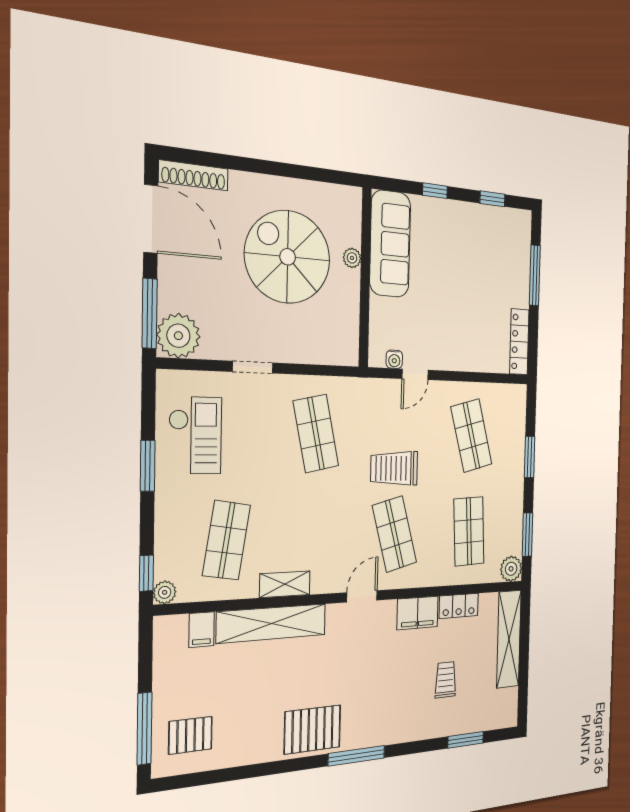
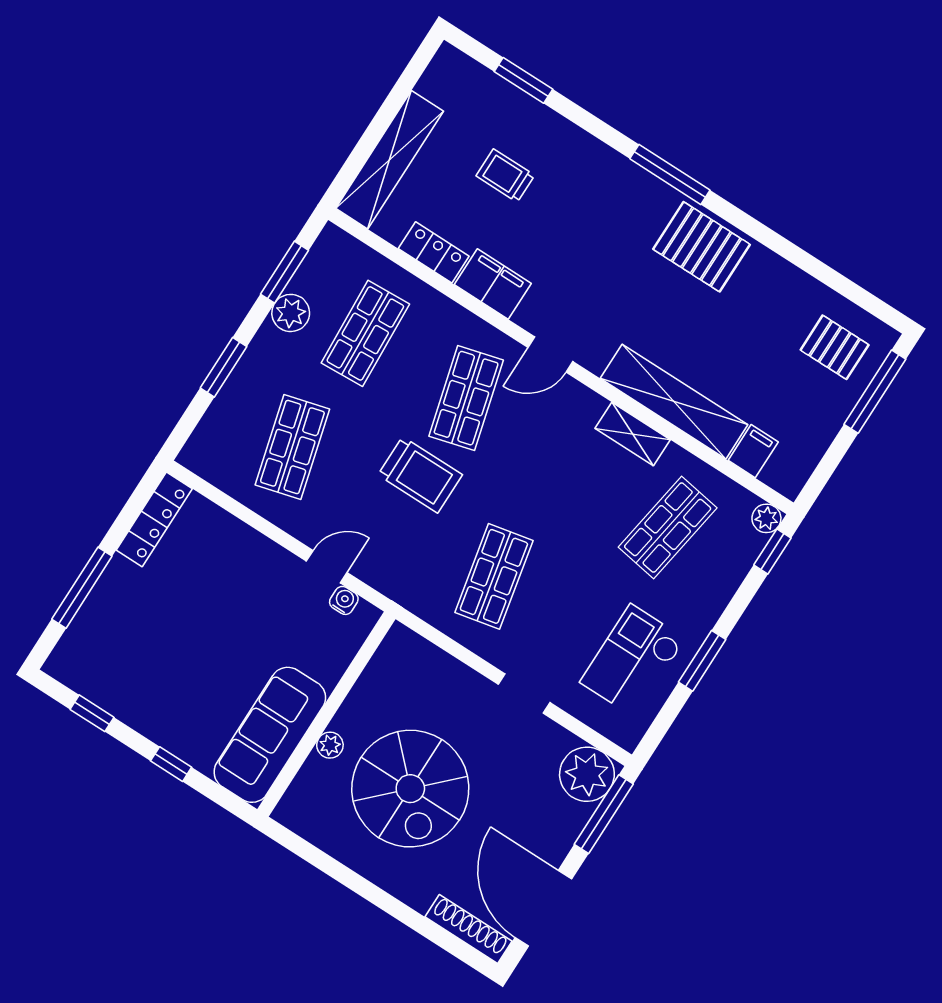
plant: (511, 569) -> (291, 313), moved
trolley: (446, 680) -> (505, 176), turned 90

